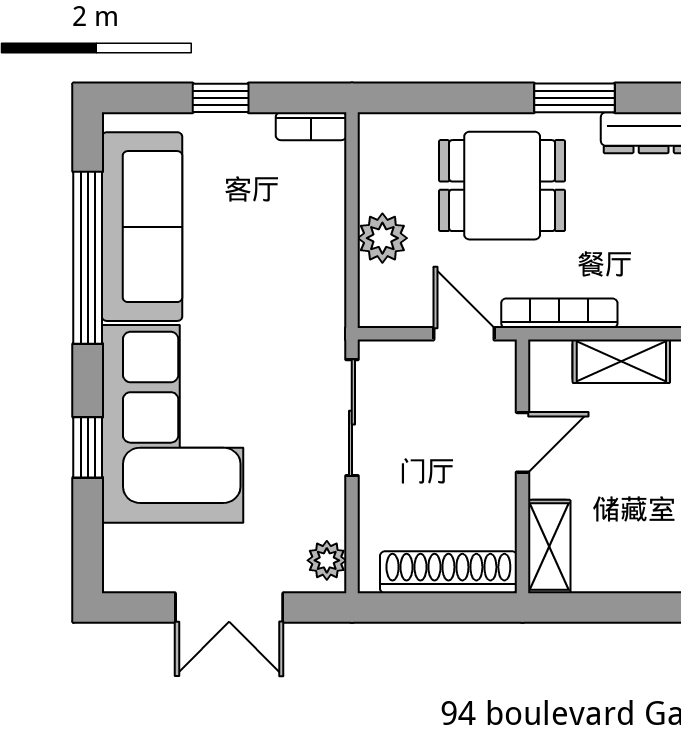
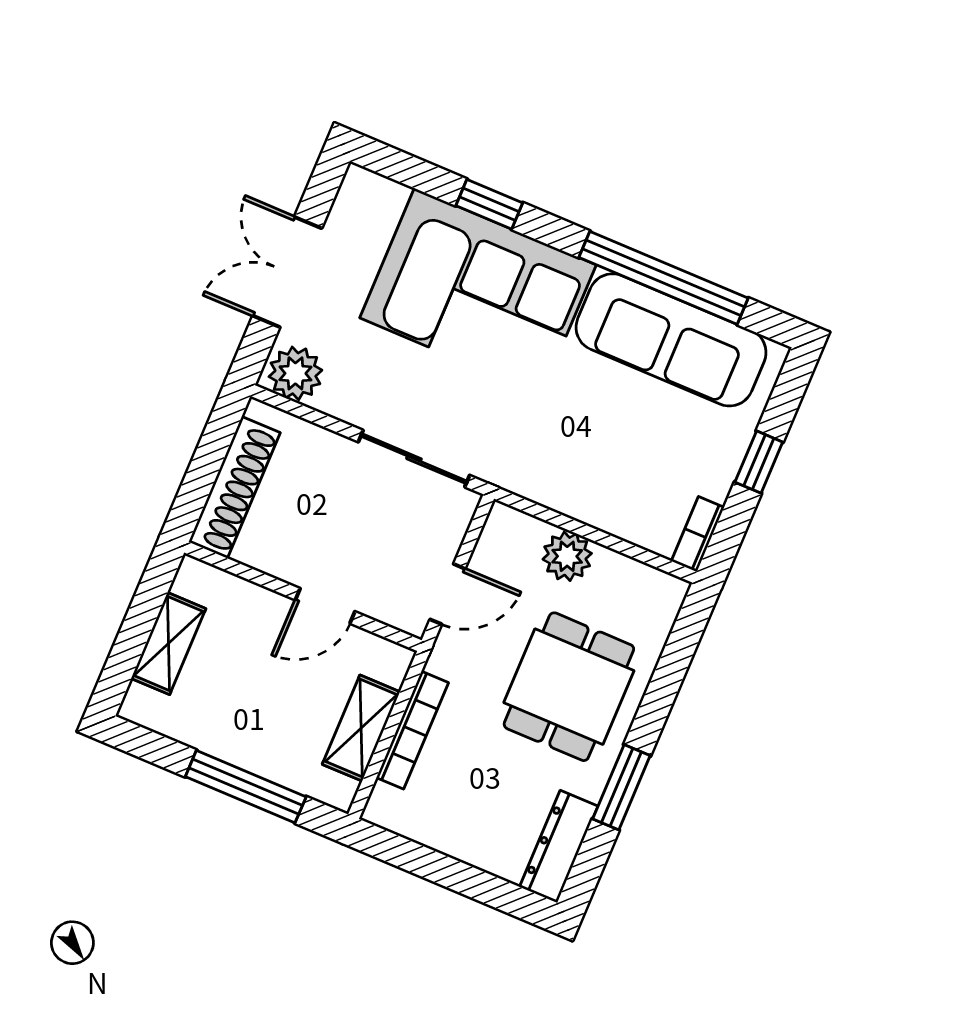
bookcase: (559, 313) -> (412, 730), moved
door: (523, 442) -> (325, 606), hinge flipped
shelving: (549, 546) -> (168, 644), moved, turned 90
plant: (327, 560) -> (295, 373), width x1.38, depth x1.38

